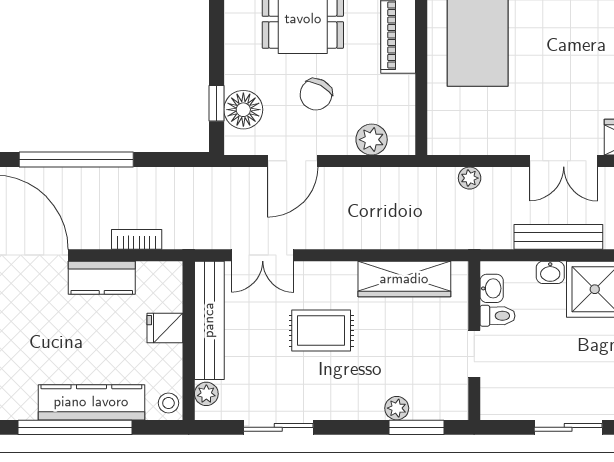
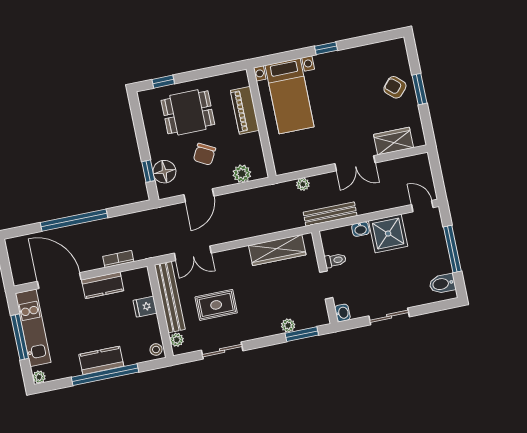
bench: (558, 237) -> (330, 214), moved
washbasin: (492, 288) -> (342, 313), moved
rug: (321, 331) -> (216, 305), moved
kitchen counter: (91, 402) -> (101, 360), width x0.67

